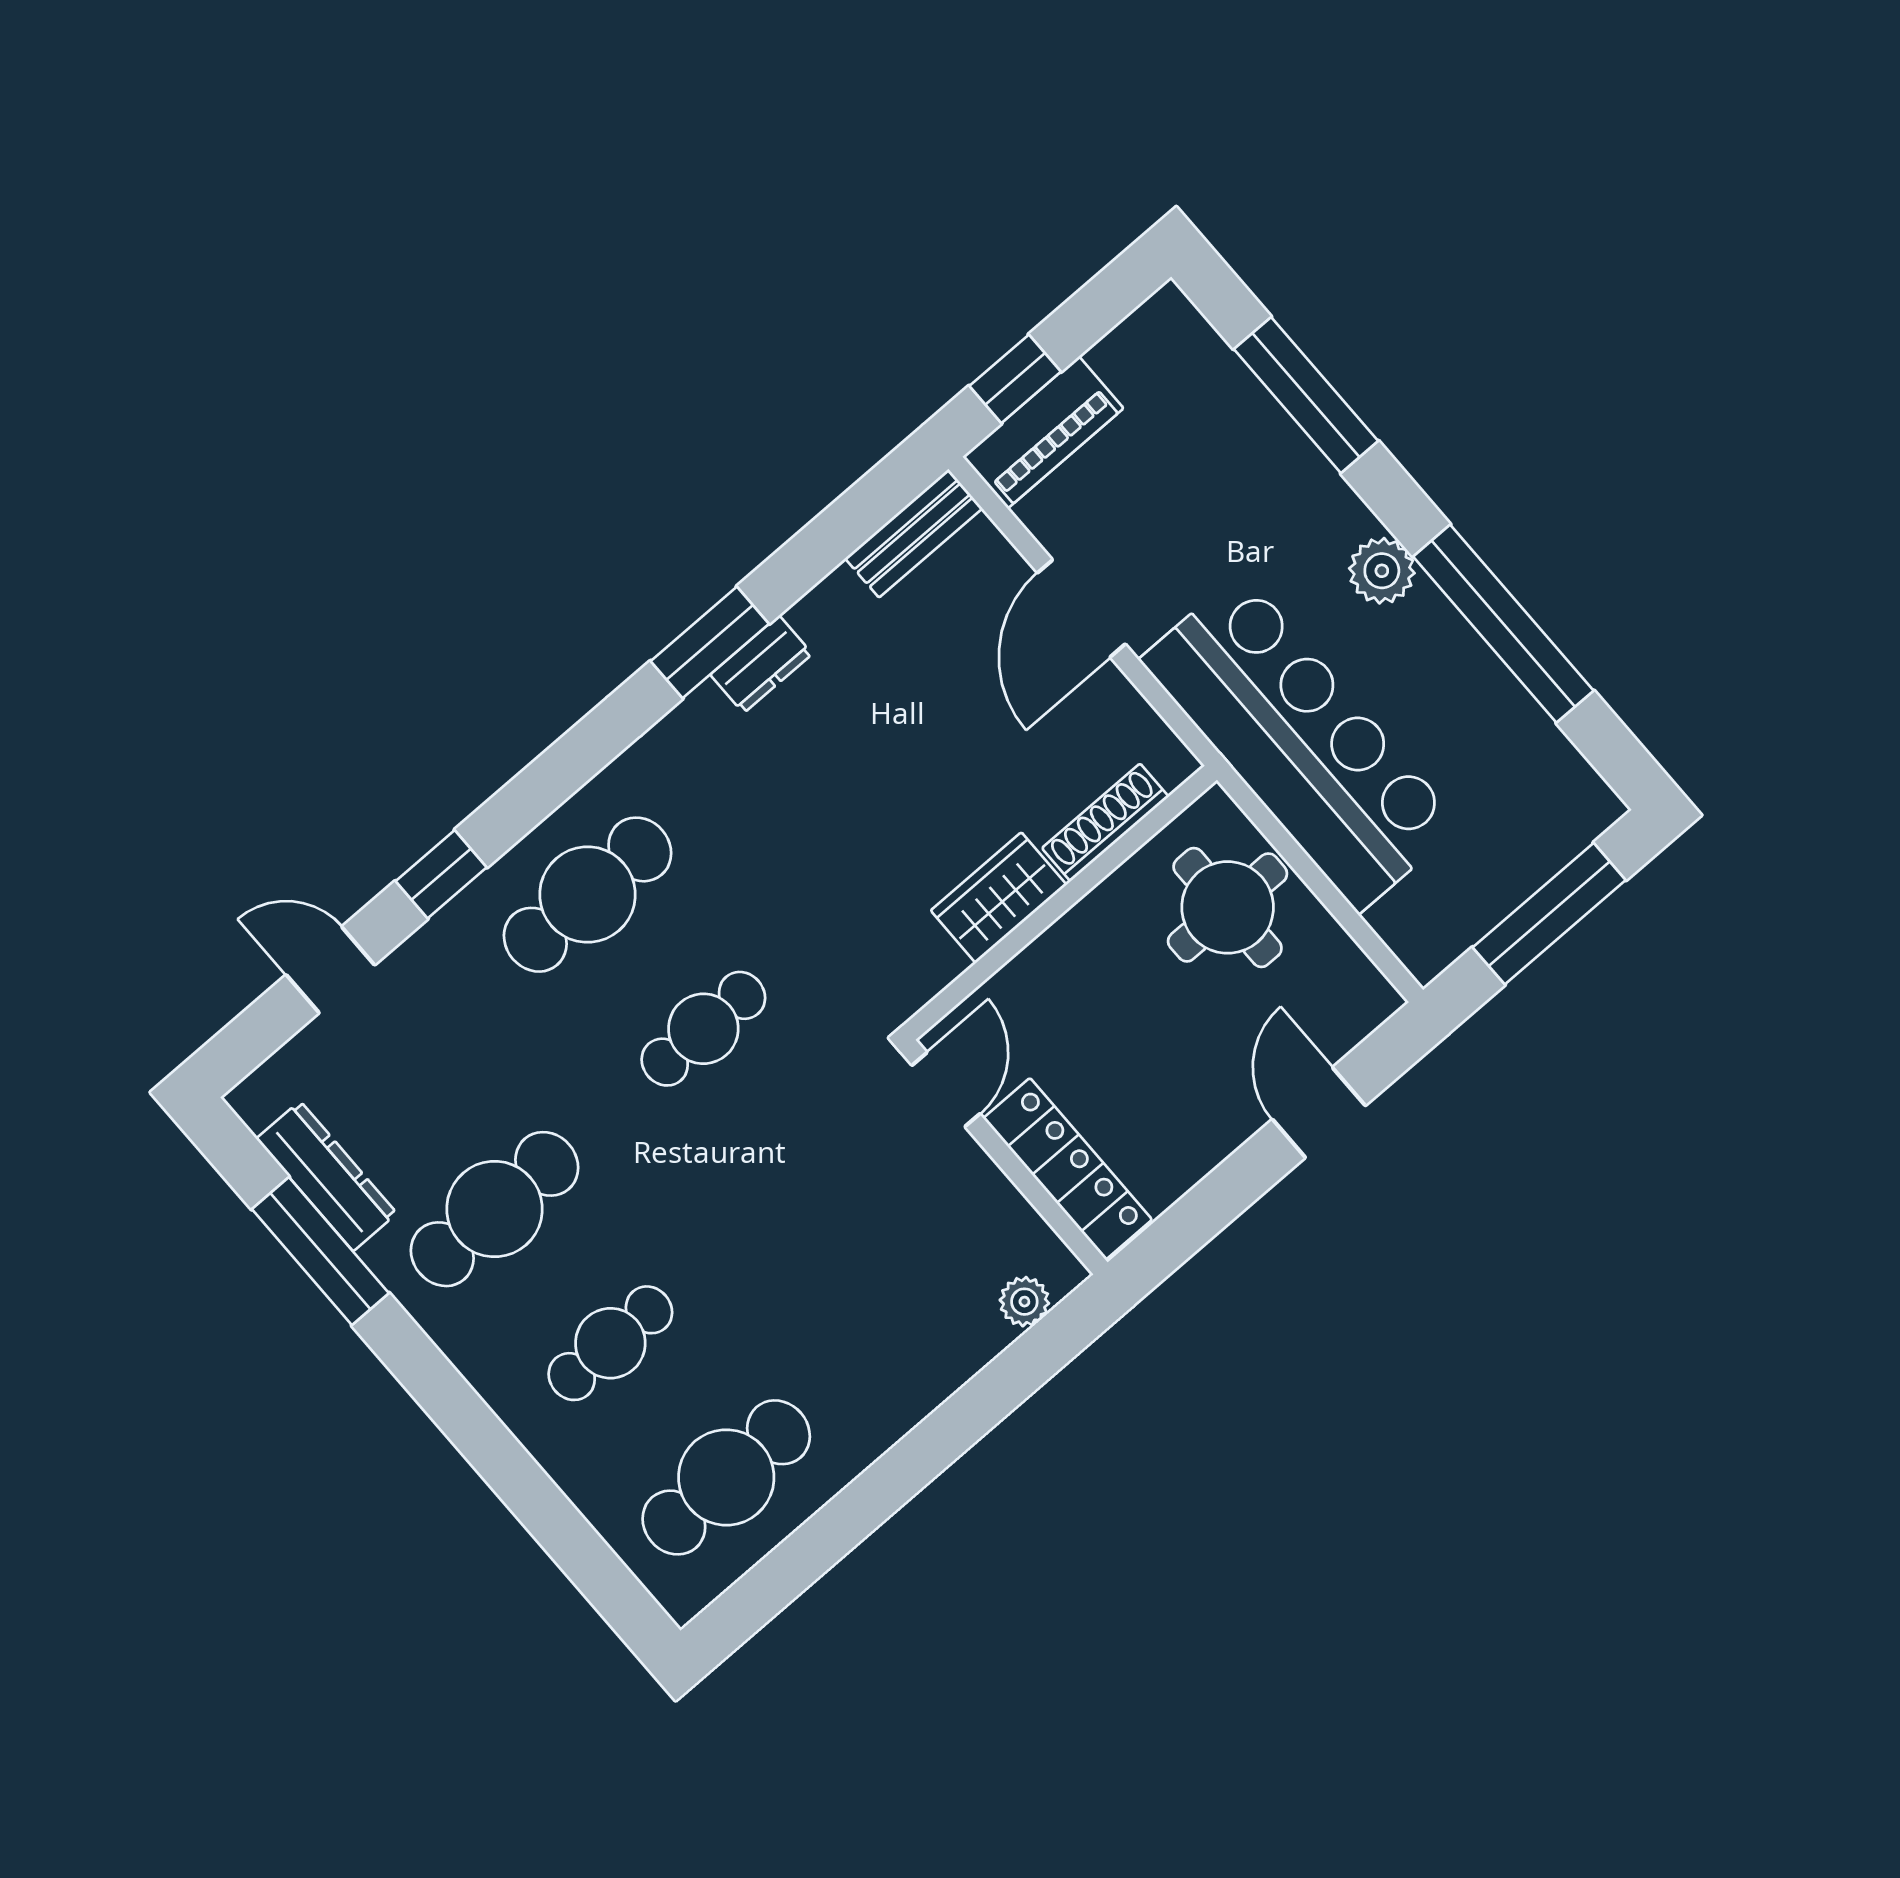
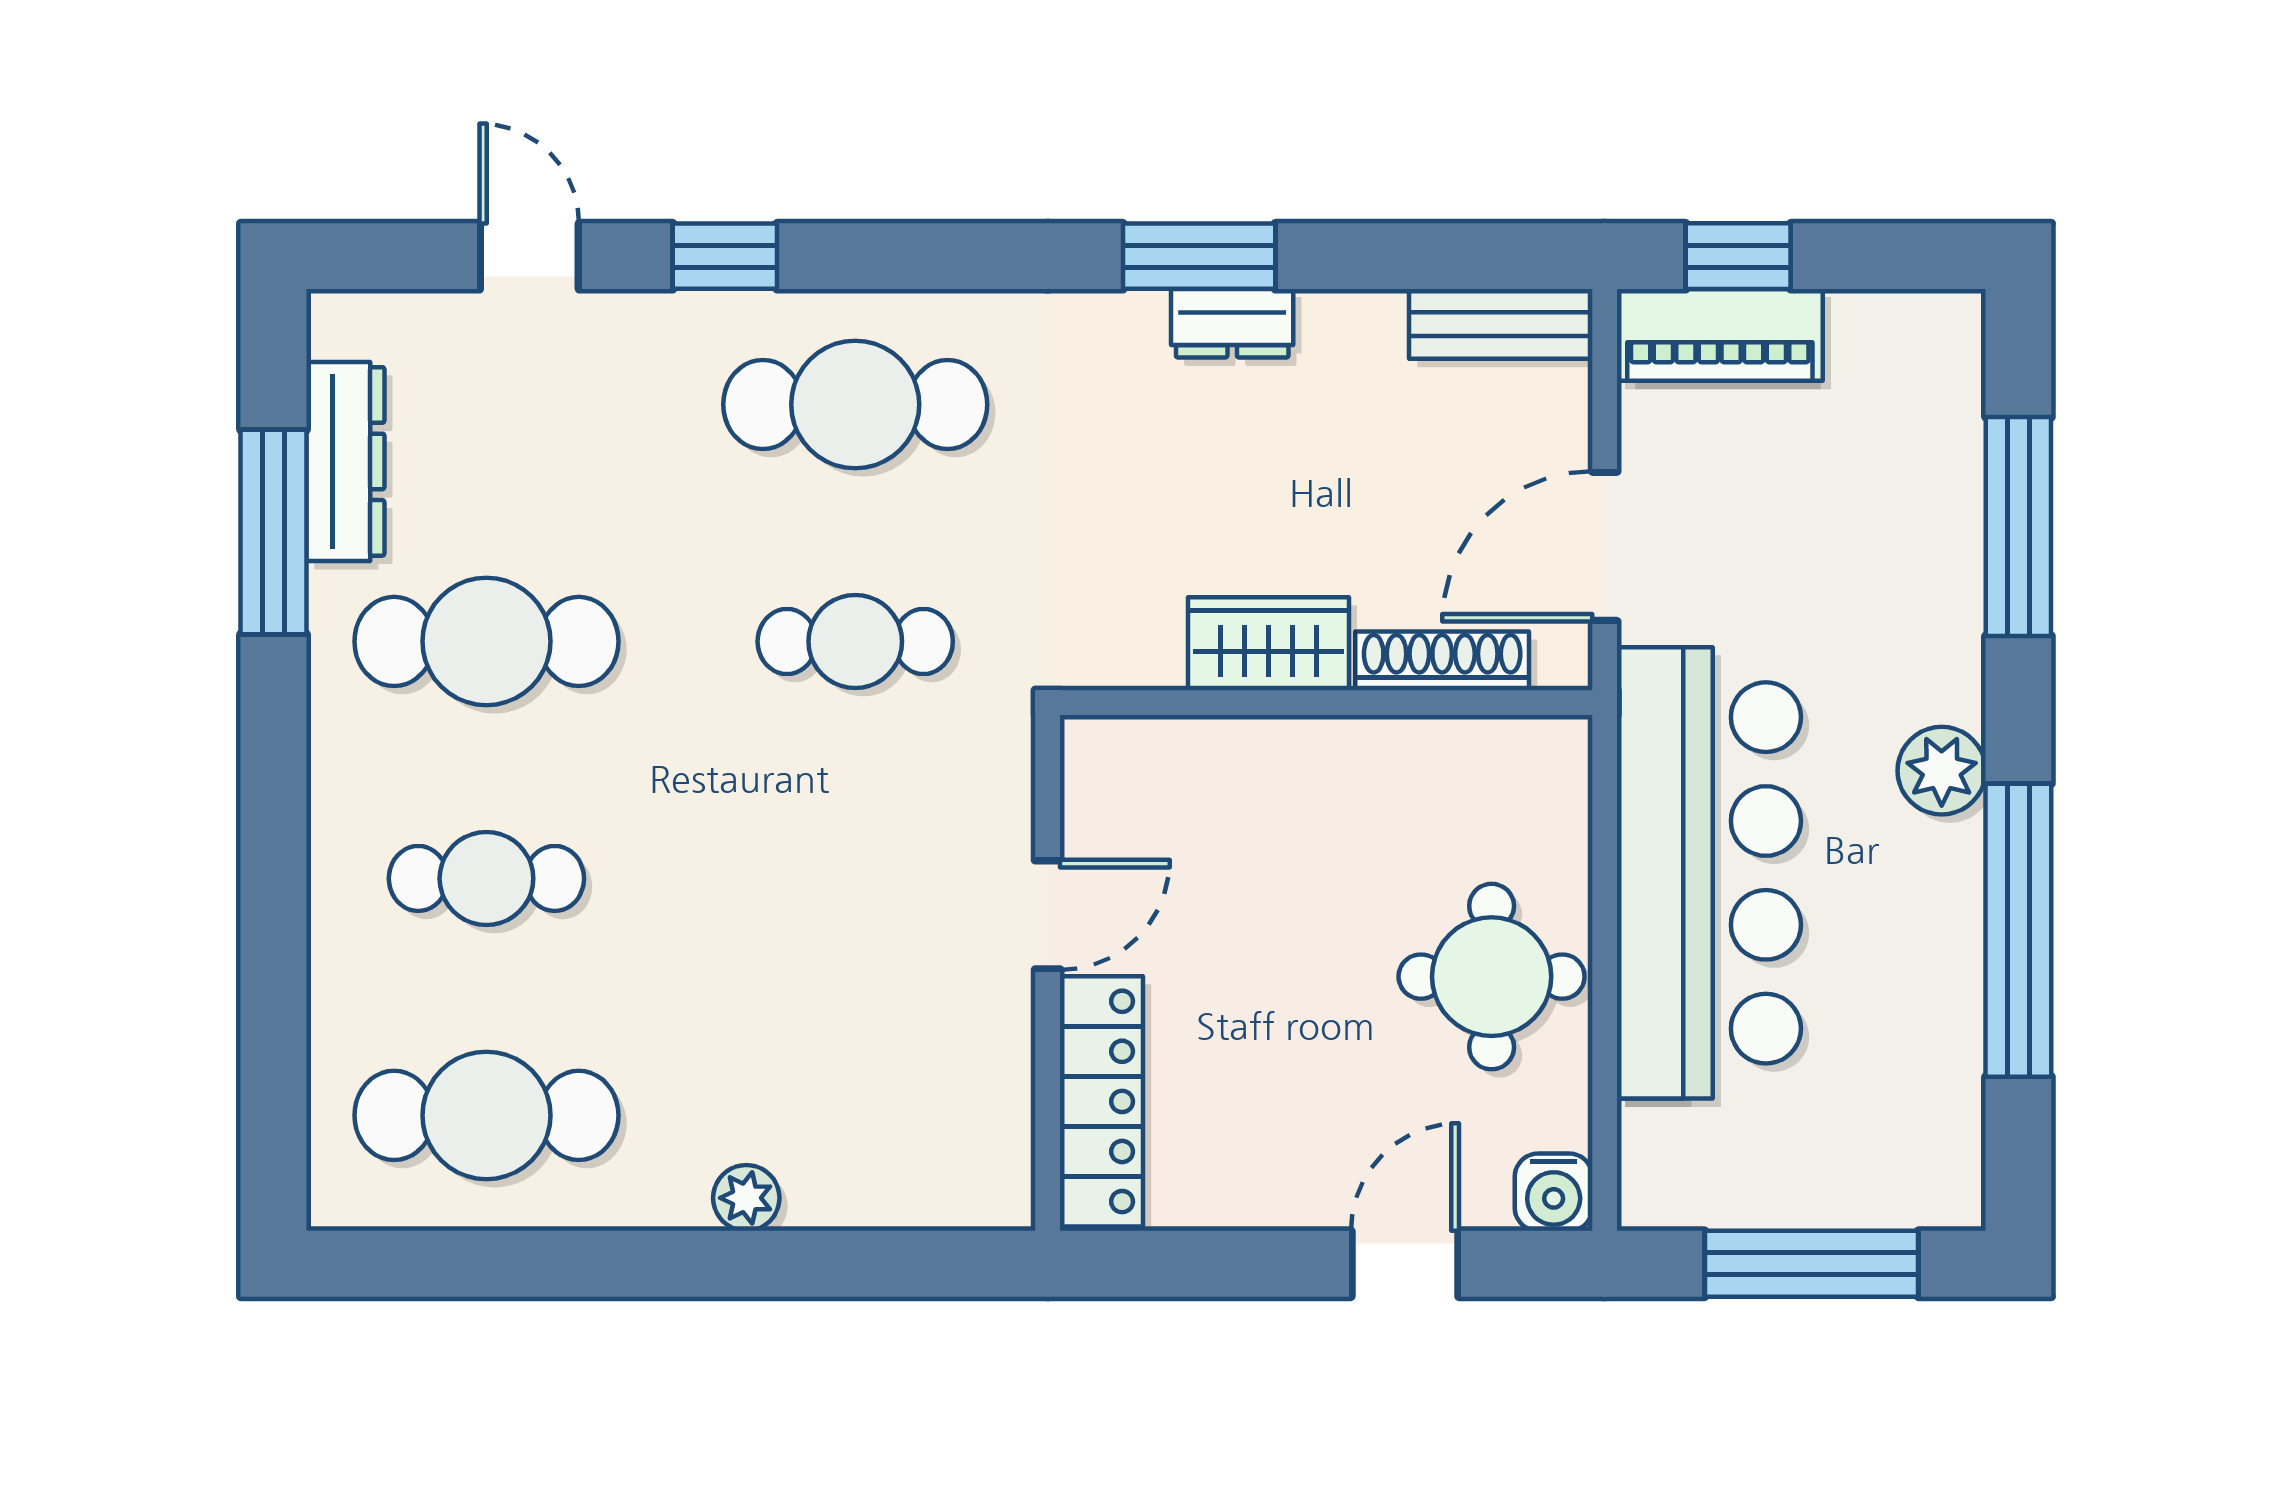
shoe rack: (1105, 822) -> (1442, 661), moved
wardrobe: (999, 898) -> (1268, 644), moved
wall: (1060, 903) -> (1326, 703), moved
water cooler: (1368, 999) -> (1554, 1192), added
plant: (1024, 1302) -> (746, 1198), moved

